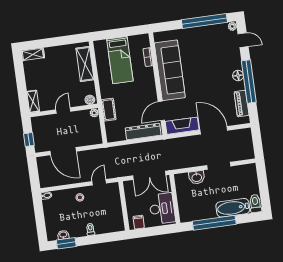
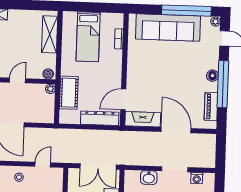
sofa: (170, 70) -> (168, 27), moved, turned 90
cot: (109, 110) -> (69, 93), width x1.37, depth x1.34
washing machine: (240, 170) -> (197, 178), added

